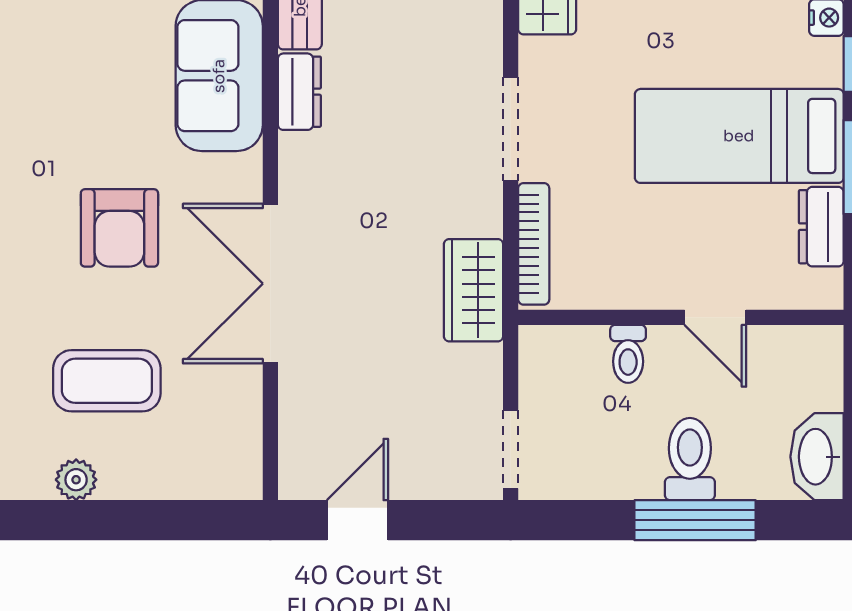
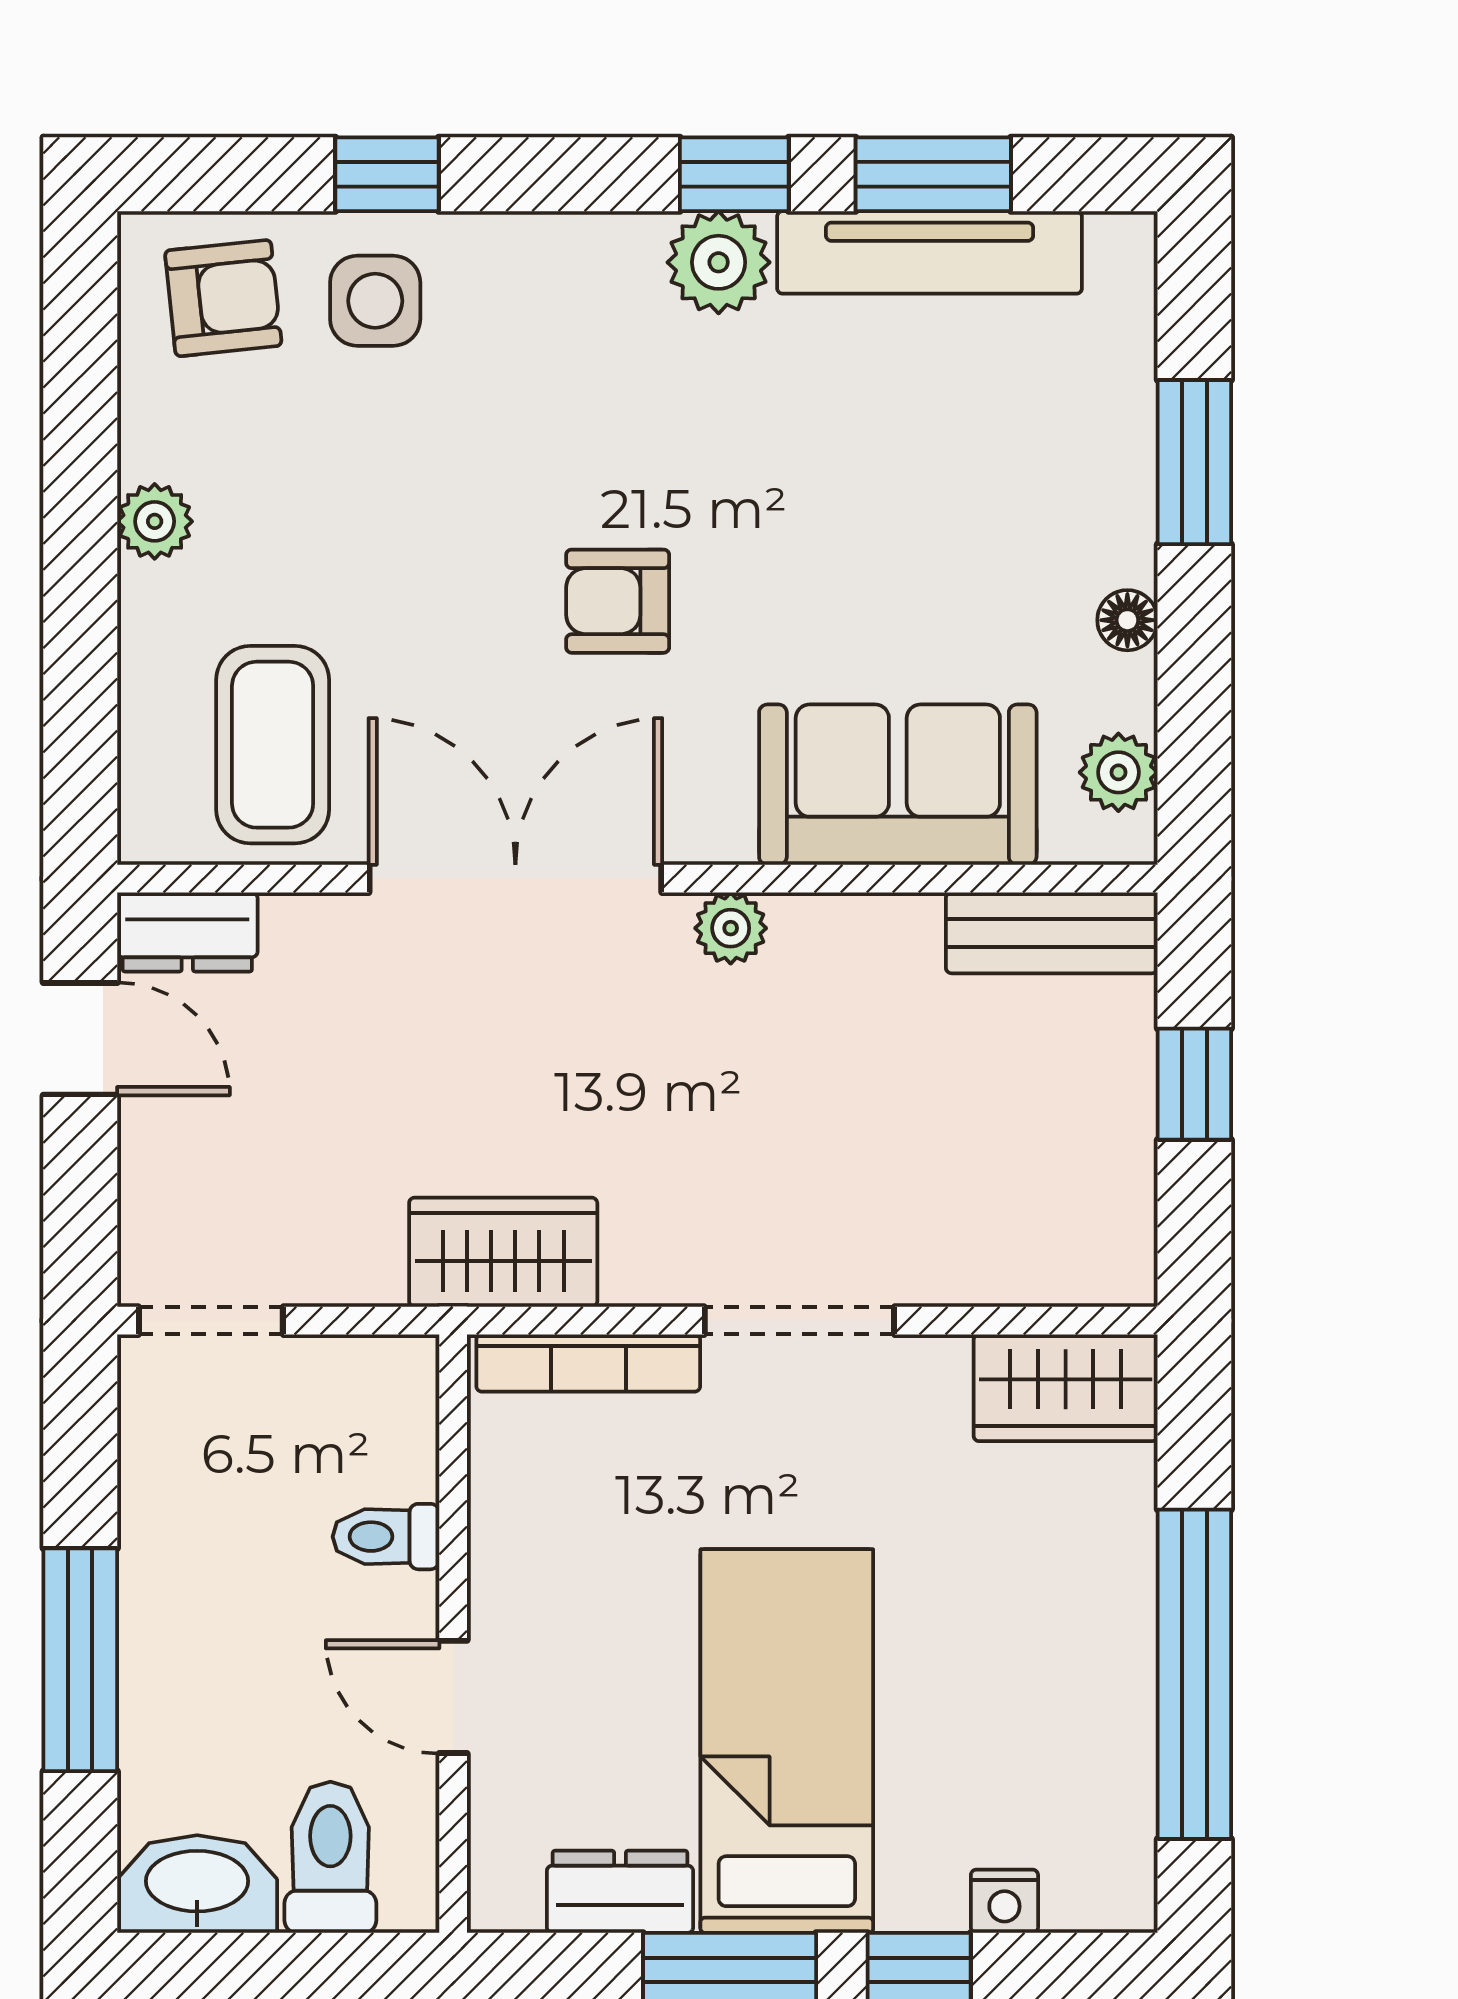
dresser: (299, 92) -> (187, 932), moved
plant: (297, 167) -> (731, 928), added
armchair: (119, 228) -> (618, 601), width x0.72, depth x0.72
door: (715, 317) -> (453, 1697), hinge flipped
coffee table: (107, 381) -> (273, 745), moved
toilet: (690, 459) -> (330, 1857), moved, turned -90

